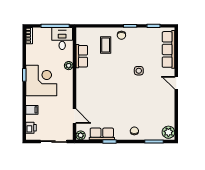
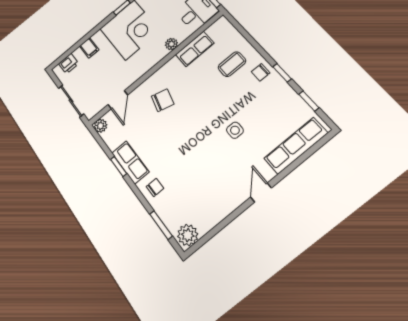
chair: (94, 93) -> (163, 100), added
row of seats: (102, 134) -> (130, 162), moved

